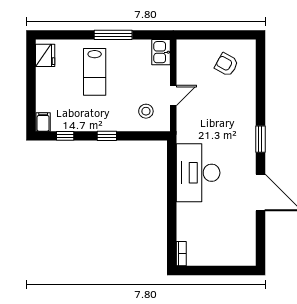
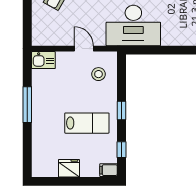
fridge: (45, 55) -> (69, 168), moved
lab bench: (95, 72) -> (87, 123), moved
desk: (198, 173) -> (133, 25), moved

